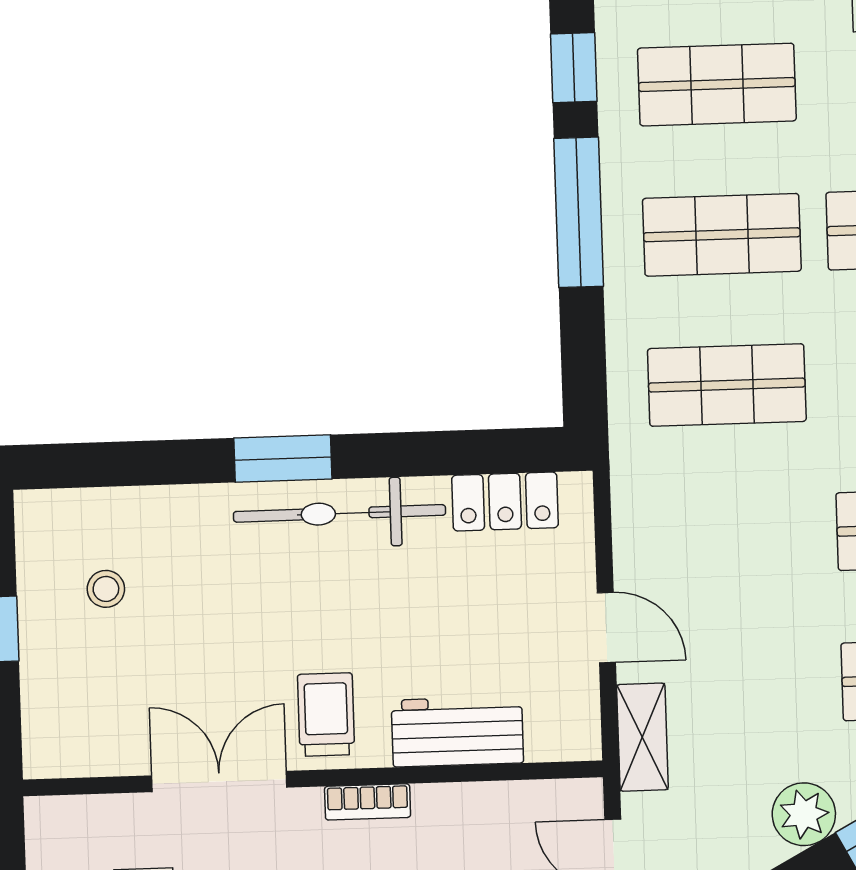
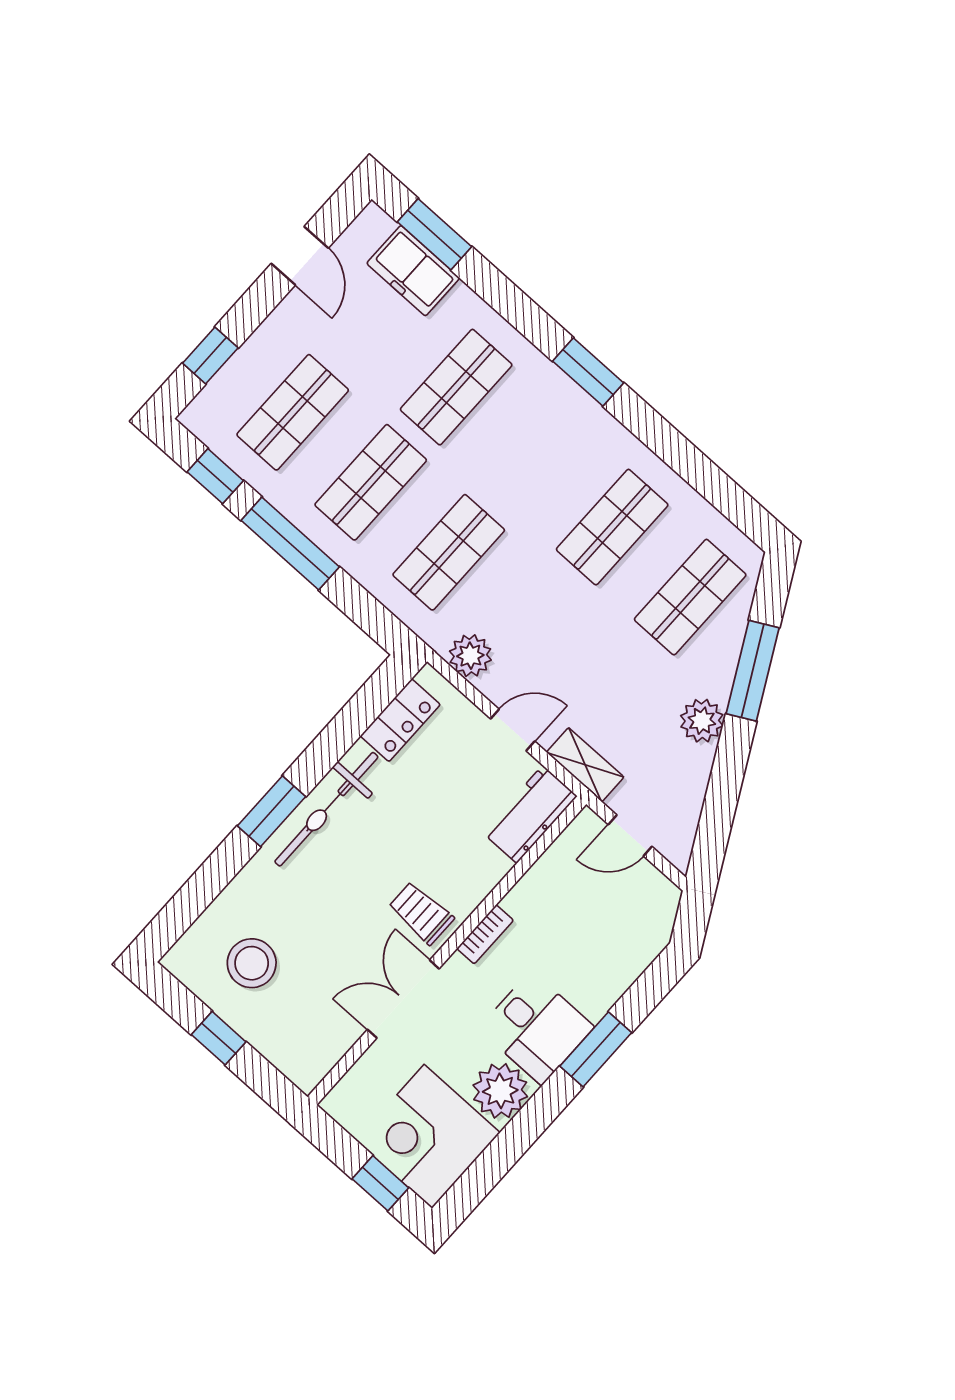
plant: (641, 510) -> (470, 656), added
stool: (106, 589) -> (252, 963), width x1.89, depth x1.89
workbench: (457, 732) -> (530, 814), moved

